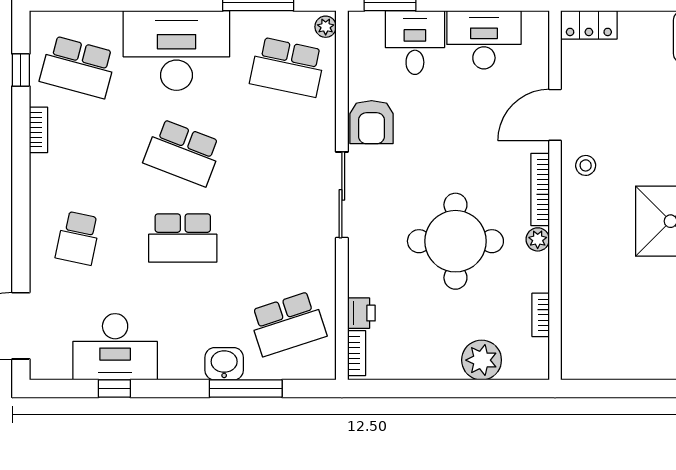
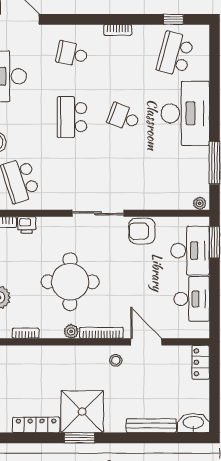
desk: (415, 43) -> (190, 251), width x1.37
school desk: (288, 67) -> (175, 180), removed
bookcase: (38, 130) -> (118, 30), moved
school desk: (183, 153) -> (124, 117), width x0.54

